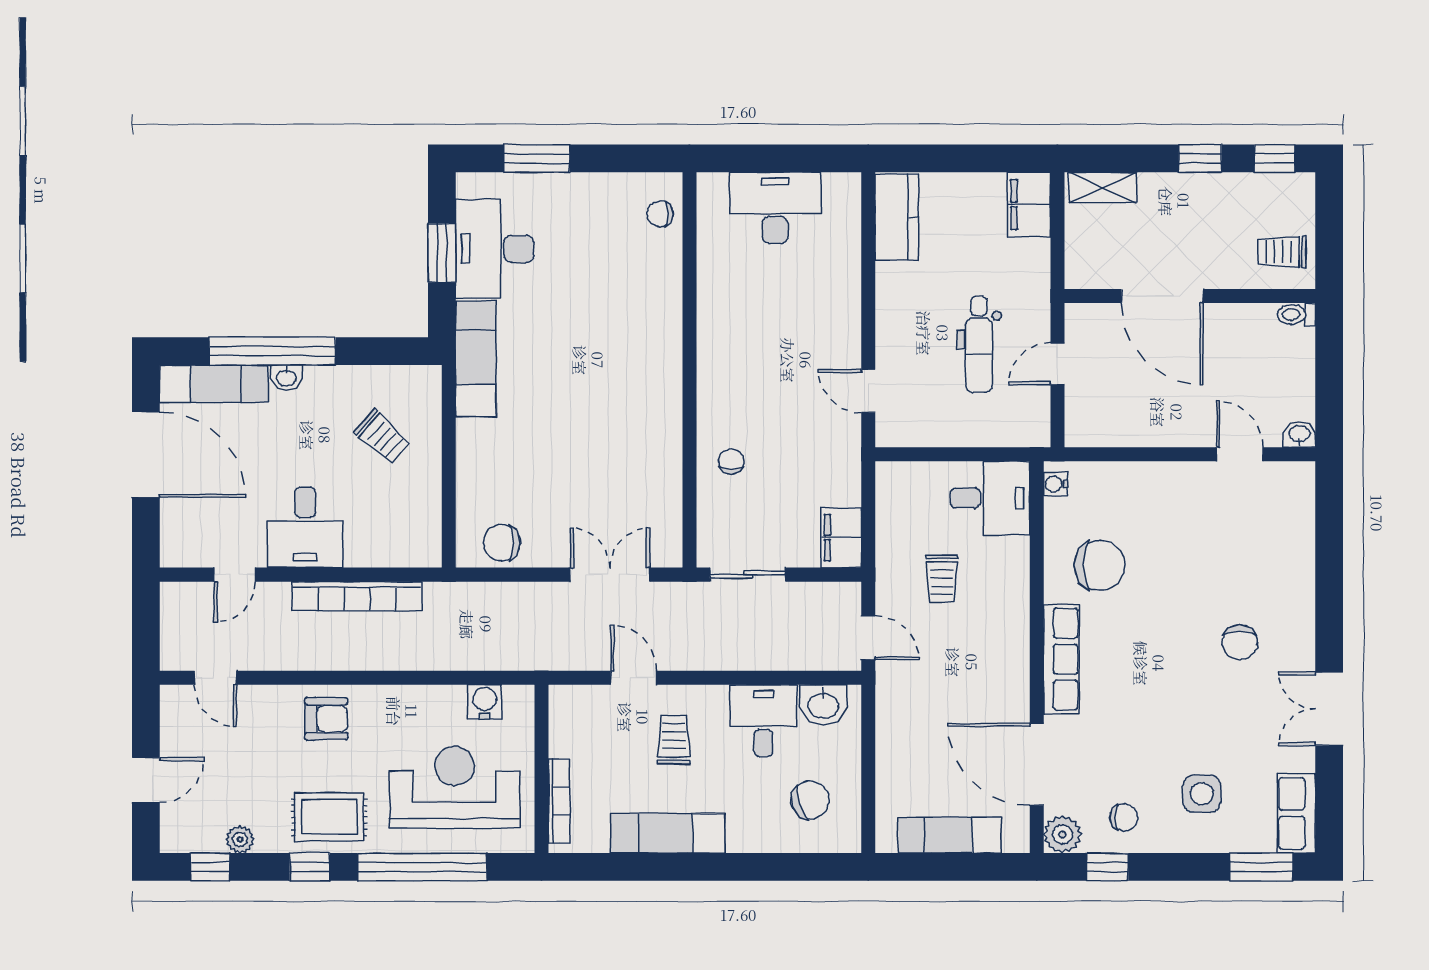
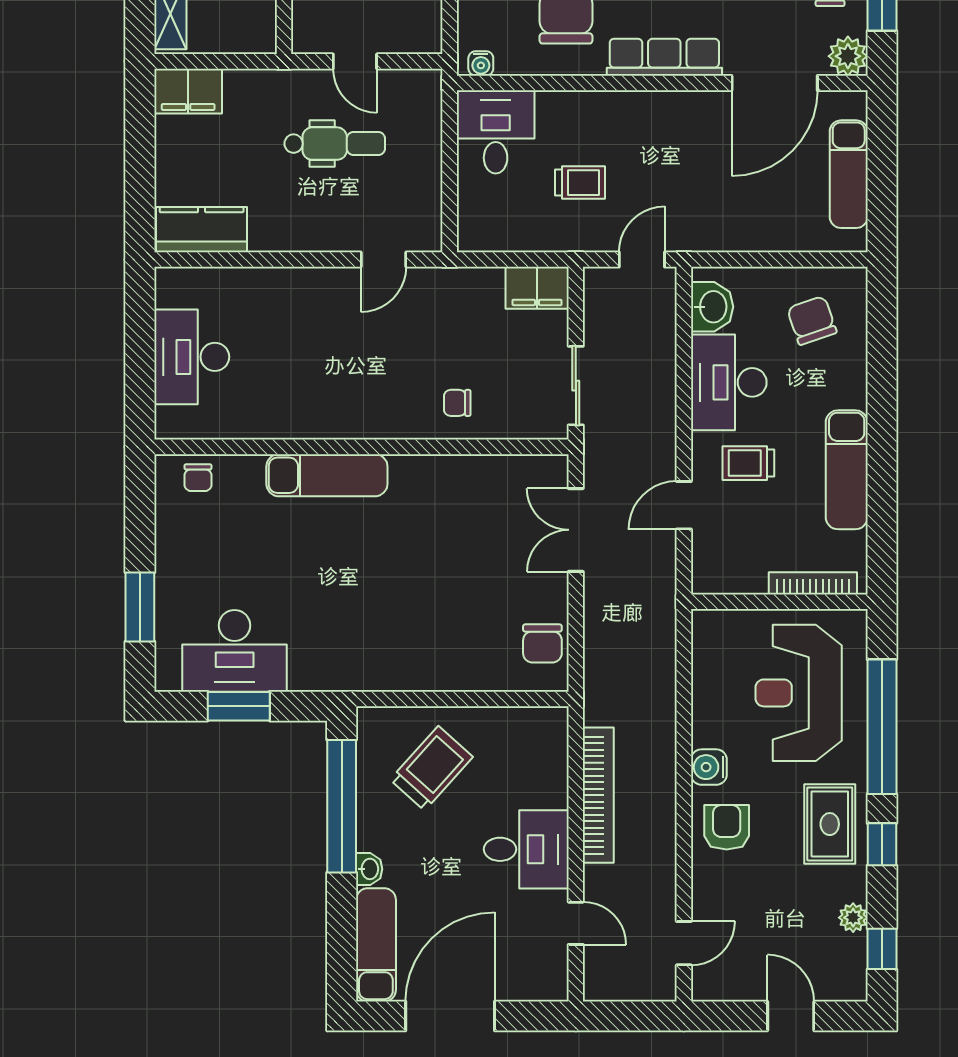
window: (272, 351) -> (342, 806), moved
exam couch: (476, 359) -> (327, 475), moved, turned 180
trolley: (383, 437) -> (431, 768), width x1.36, depth x1.39
water cooler: (484, 702) -> (709, 767), moved
desk: (763, 721) -> (729, 382), width x1.37

